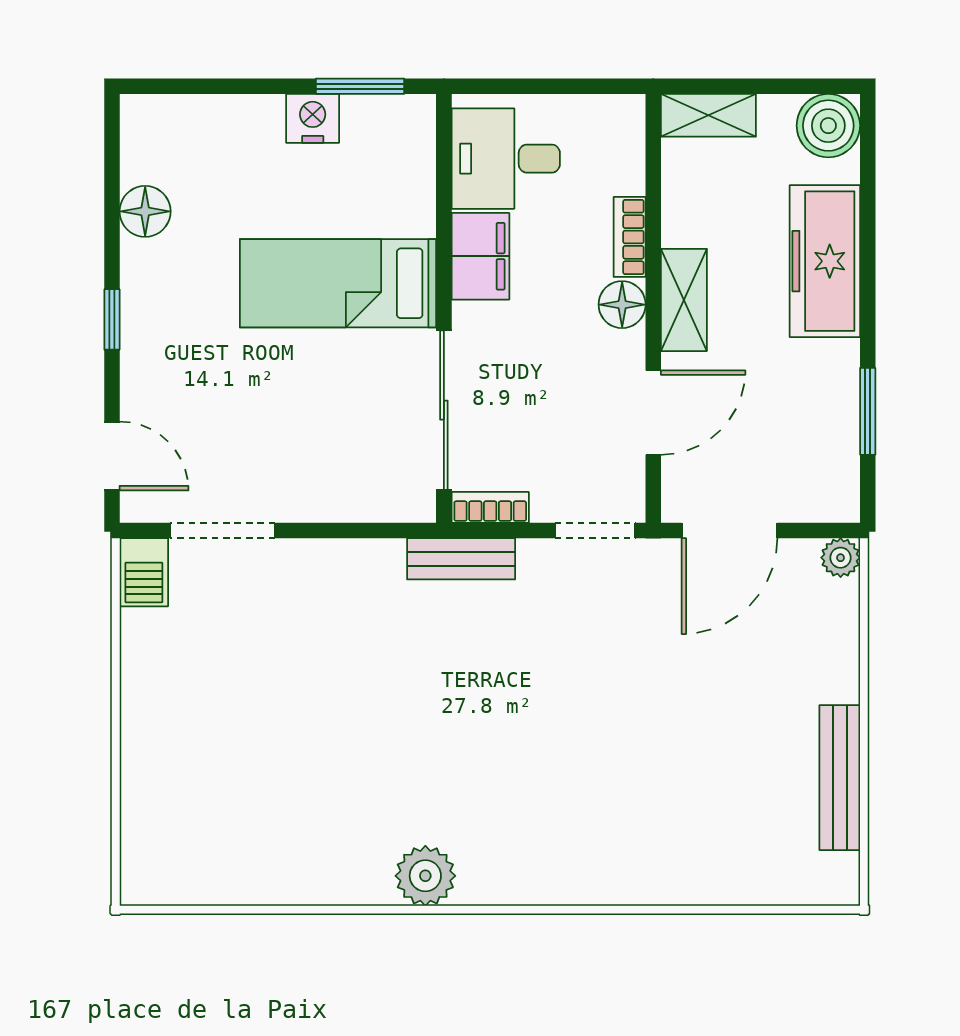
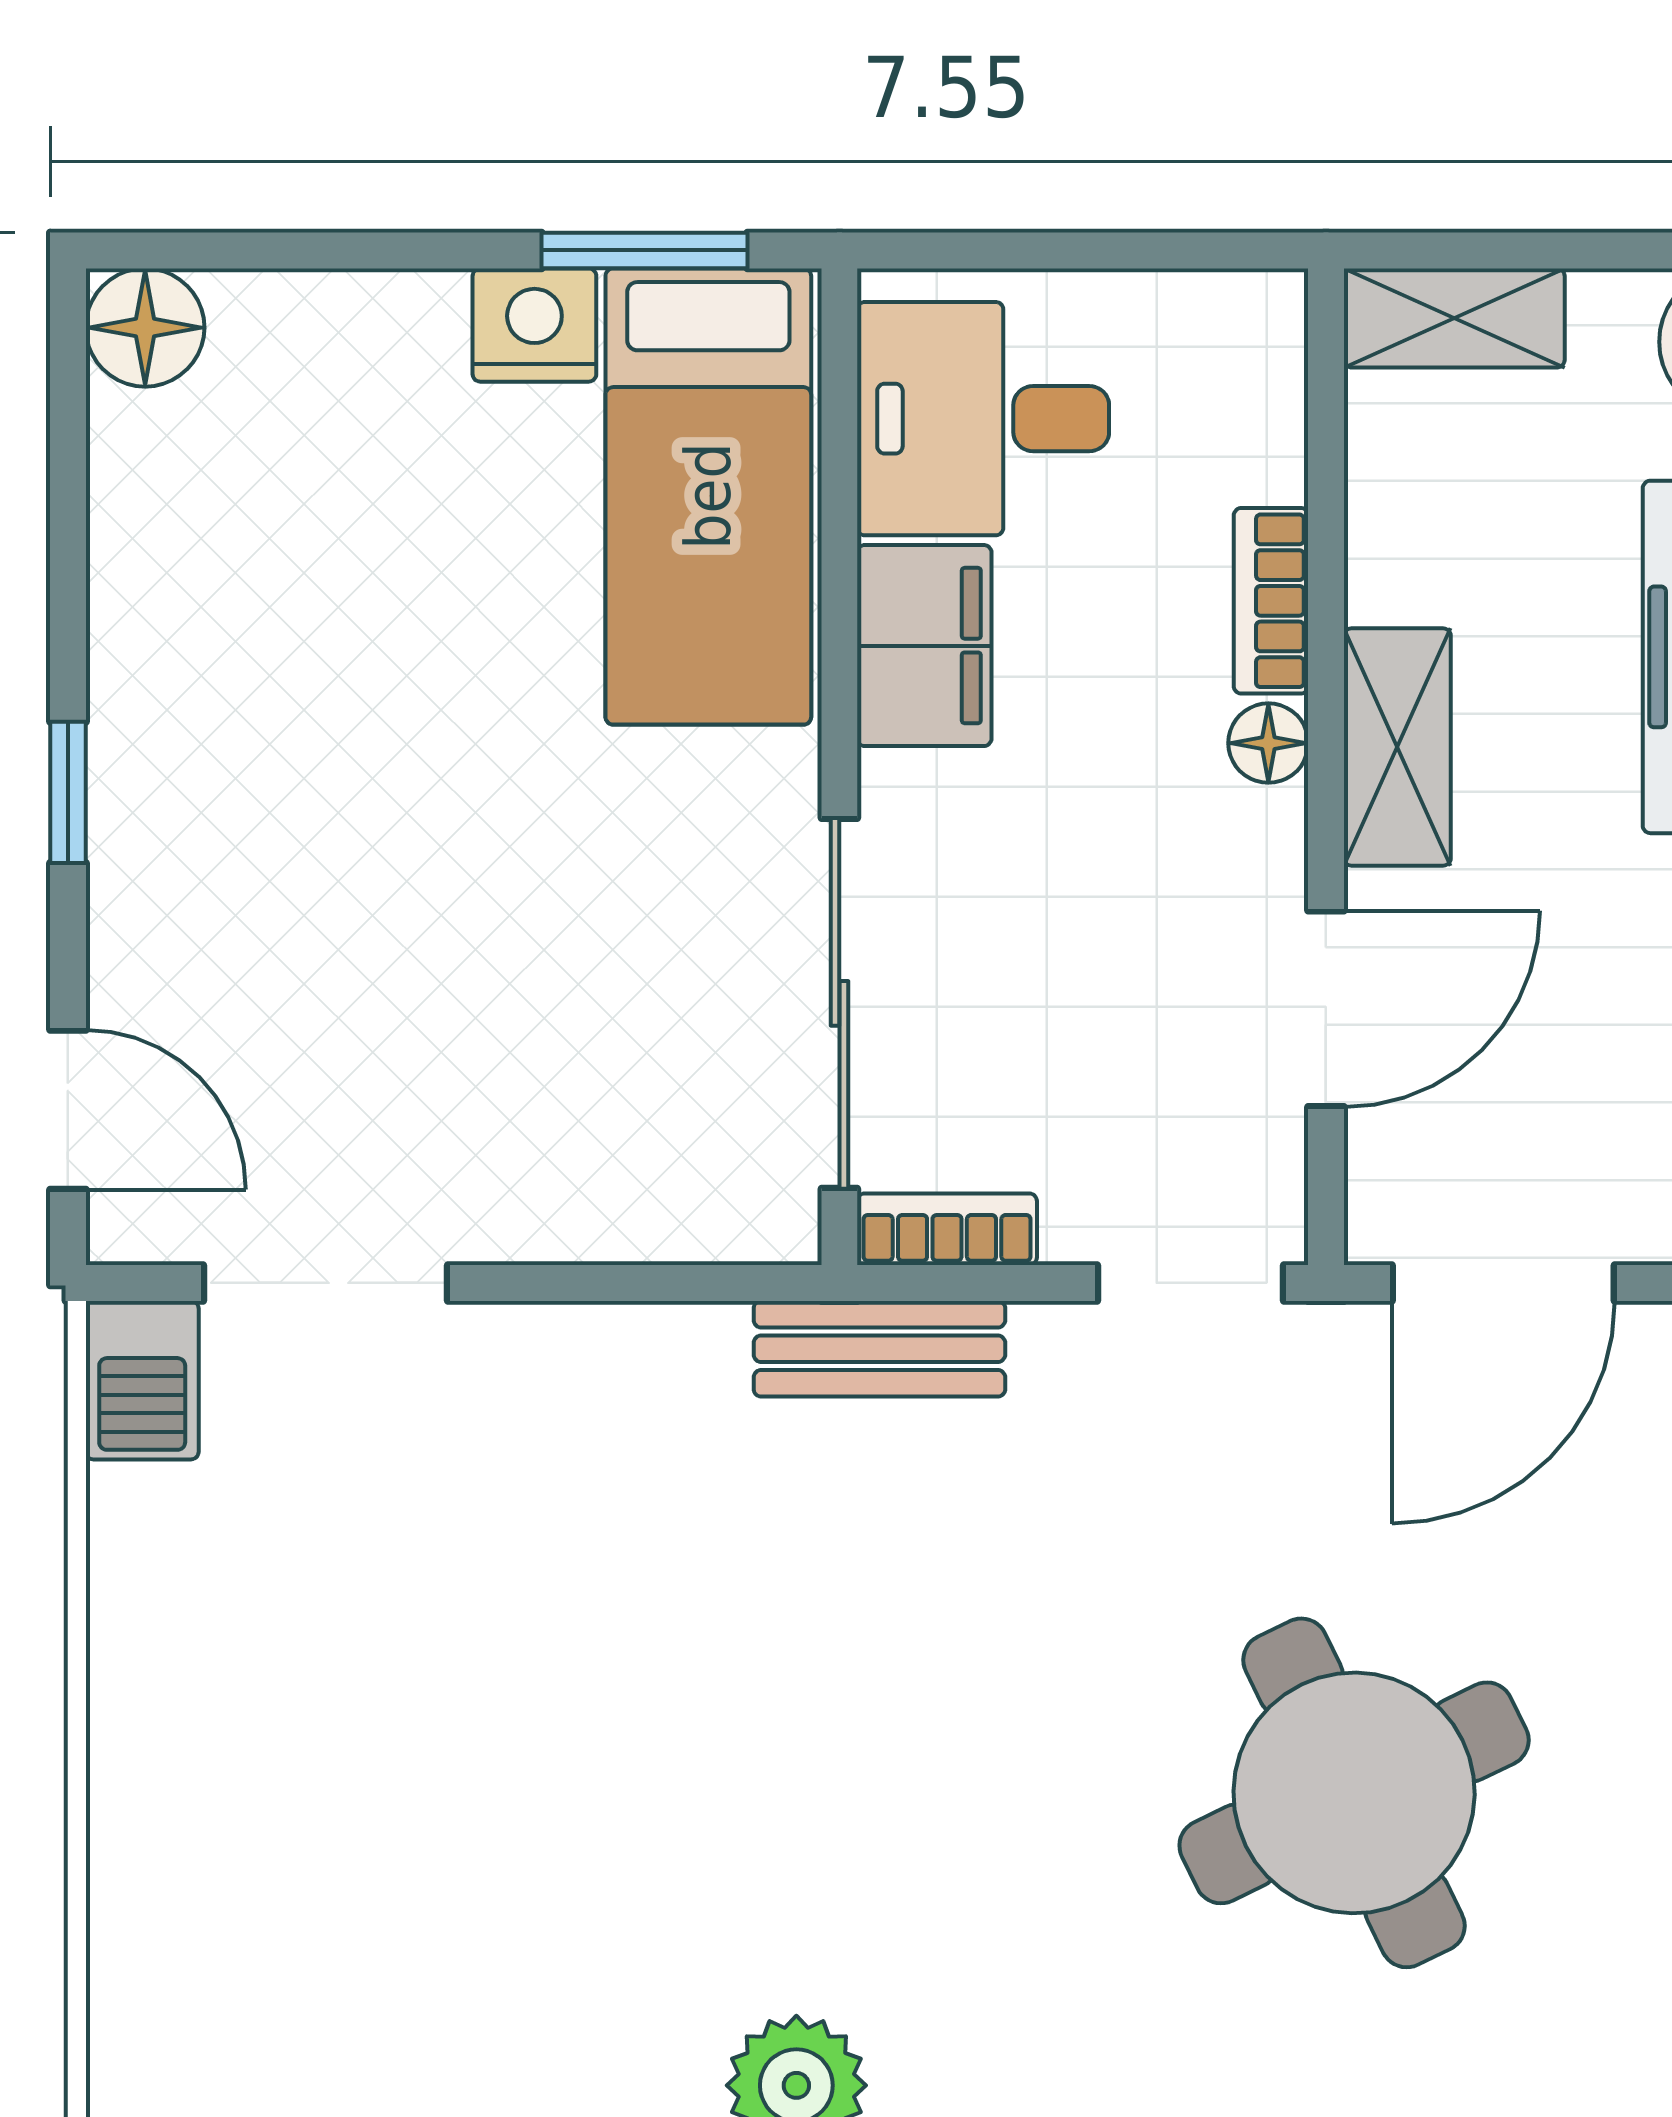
floor lamp: (145, 211) -> (145, 328), moved
bed: (338, 283) -> (708, 496), moved, turned -90
floor lamp: (622, 305) -> (1268, 743), width x0.73, depth x0.73
round table: (665, 750) -> (1354, 1793), added

